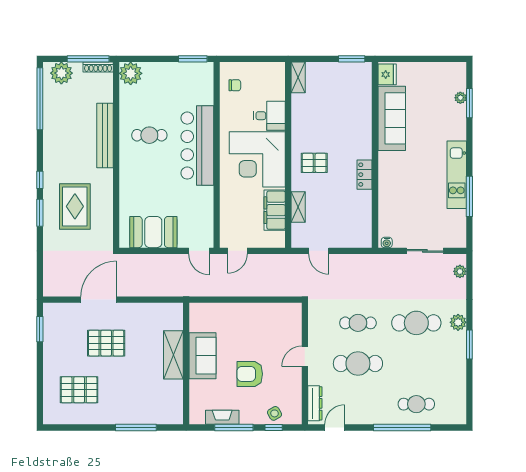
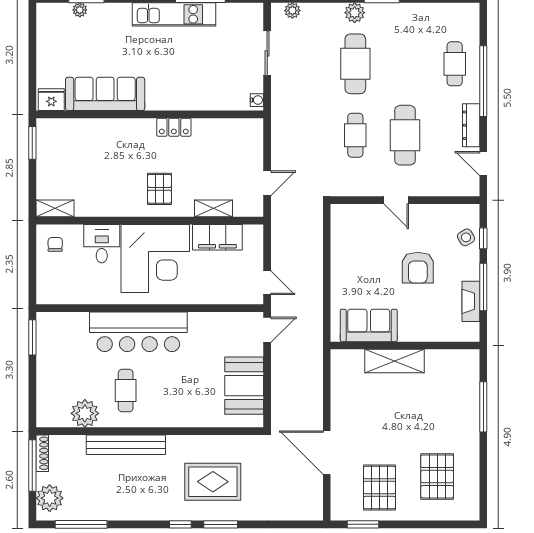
plant: (131, 73) -> (85, 413), moved
chair: (235, 85) -> (55, 244), moved
window: (40, 99) -> (81, 524), width x0.68
pallet: (106, 343) -> (379, 488), moved
sofa: (203, 356) -> (369, 325), moved
dresser: (315, 403) -> (471, 125), moved, turned -90

